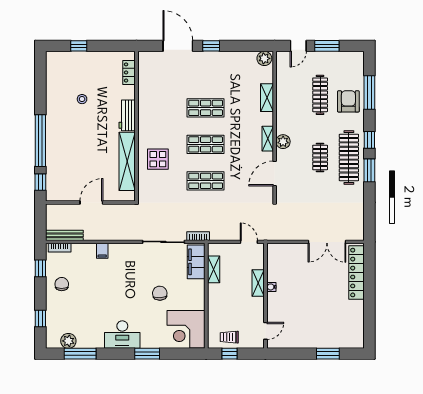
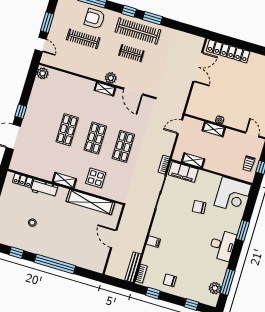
shelving: (267, 98) -> (64, 180), moved
workbench: (127, 115) -> (44, 188), moved
window: (40, 182) -> (16, 253), moved

